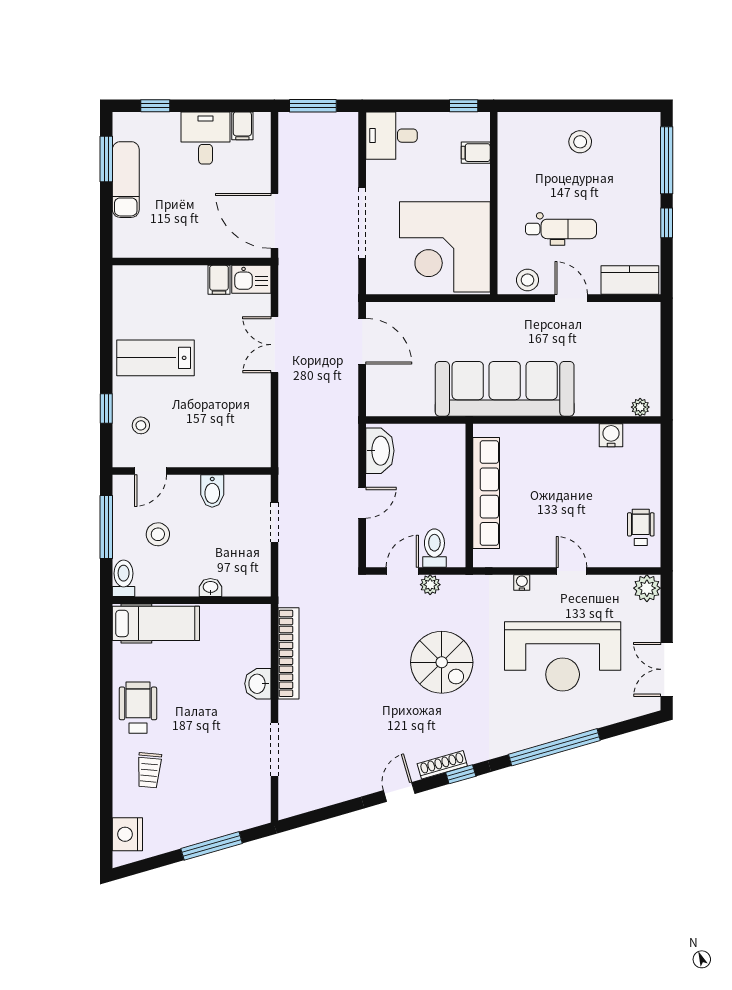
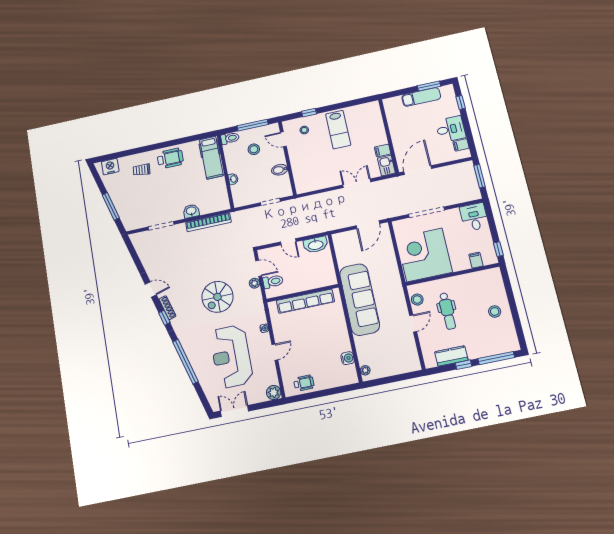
kitchen counter: (630, 280) -> (451, 356), moved, turned -90
lab bench: (156, 358) -> (338, 130), turned 180

